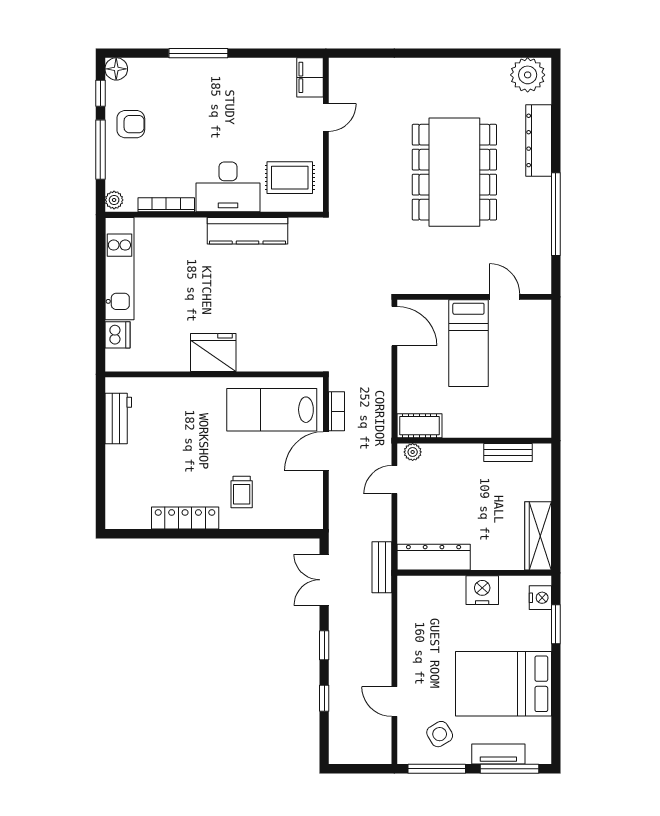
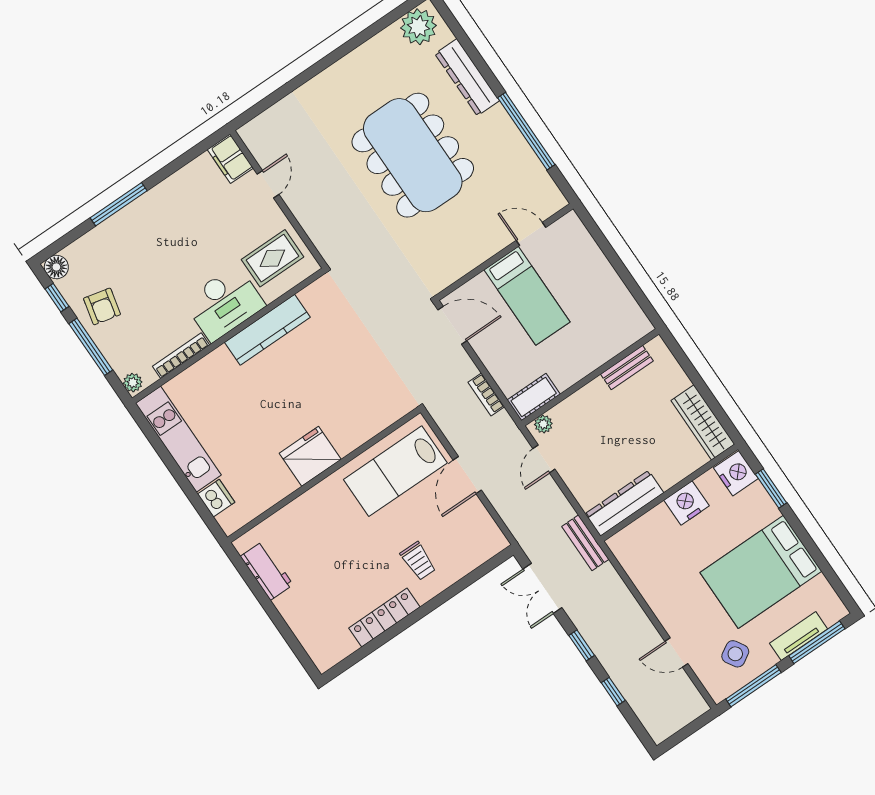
armchair: (131, 124) -> (102, 306), turned 103
bookcase: (336, 411) -> (486, 394), moved, turned 180
nightstand: (540, 598) -> (736, 473), width x1.36, depth x1.33

